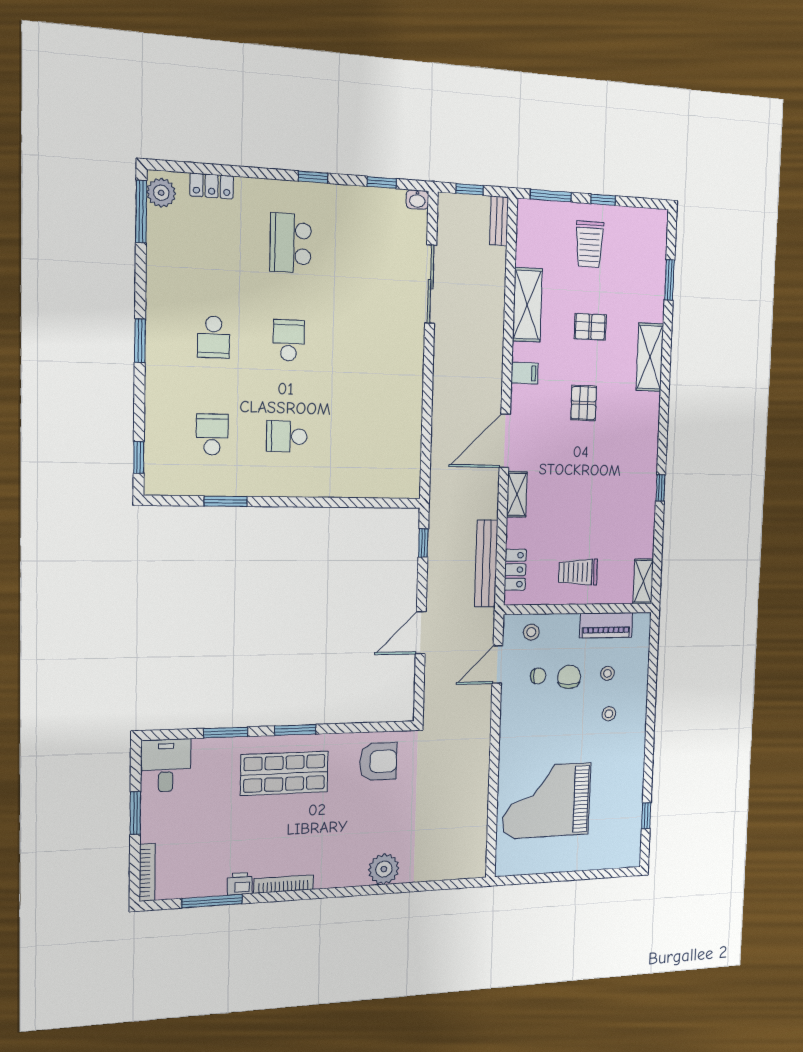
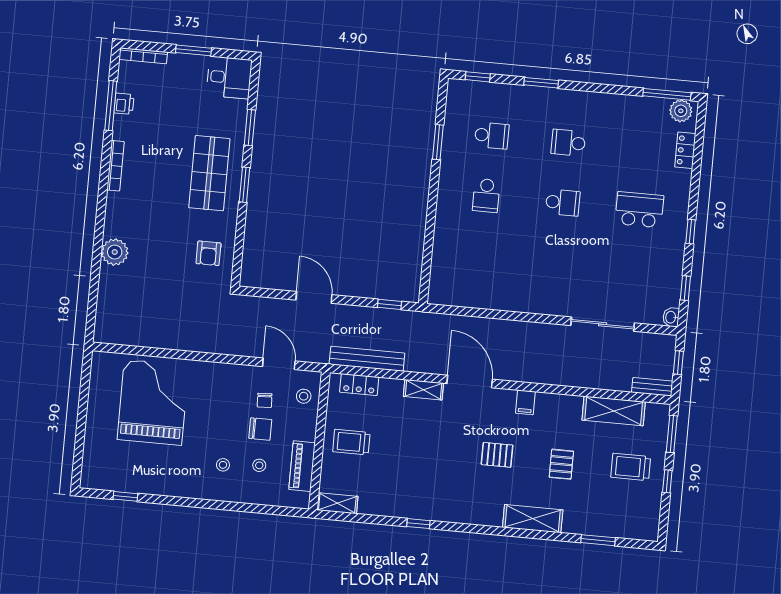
shelving: (527, 305) -> (614, 411), moved
window: (140, 341) -> (541, 83), moved
school desk: (287, 436) -> (486, 195), turned 180
trolley: (578, 572) -> (351, 442), turned -90
armchair: (378, 761) -> (208, 253), width x0.72, depth x0.72
printer: (240, 884) -> (124, 104), moved

